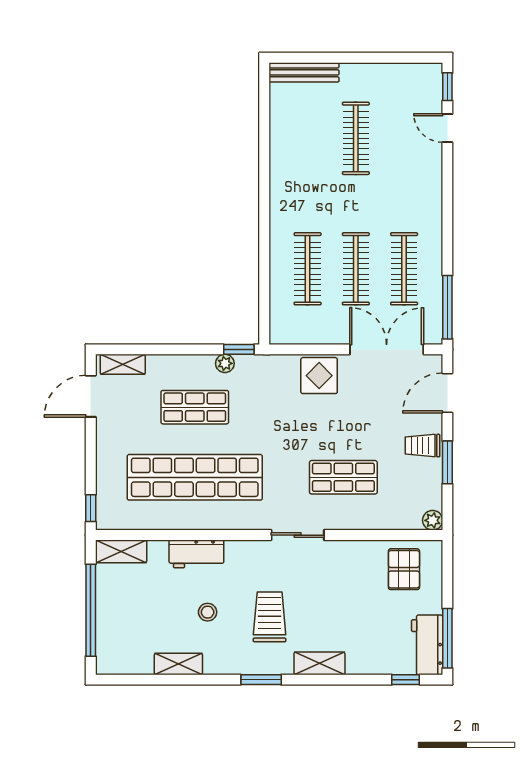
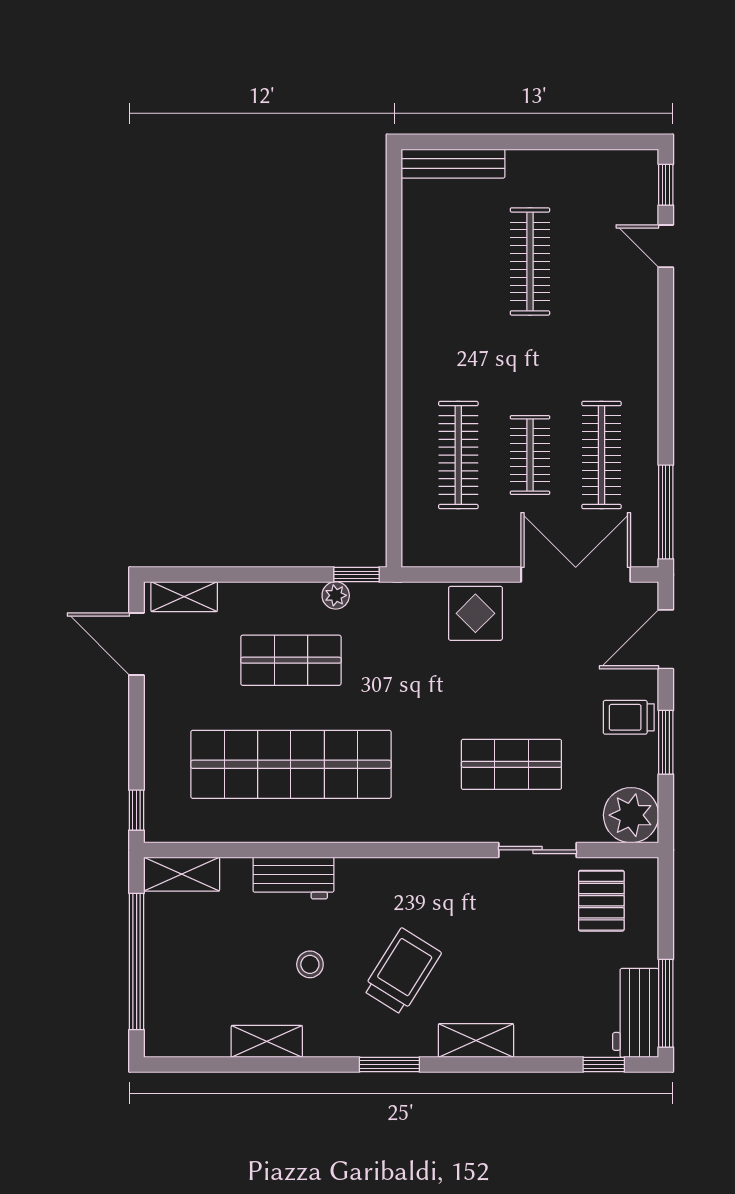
clothes rail: (356, 269) -> (530, 455), width x0.73
door: (91, 396) -> (137, 644), hinge flipped
plant: (433, 520) -> (631, 815), width x1.87, depth x1.87
sliding door: (298, 535) -> (538, 850), moved
trolley: (270, 617) -> (402, 971), turned 32

